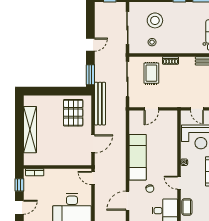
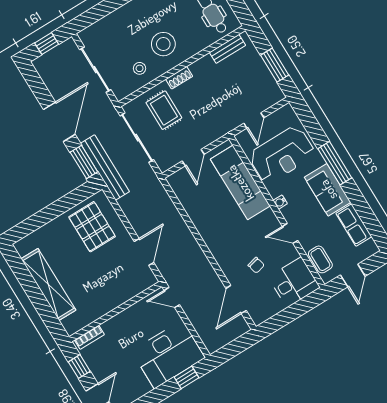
stool: (155, 20) -> (163, 44), moved
door: (90, 45) -> (59, 122), width x1.87
bench: (100, 104) -> (105, 167), moved
door: (197, 109) -> (254, 121), hinge flipped
exam couch: (138, 157) -> (240, 183), moved, turned 180

